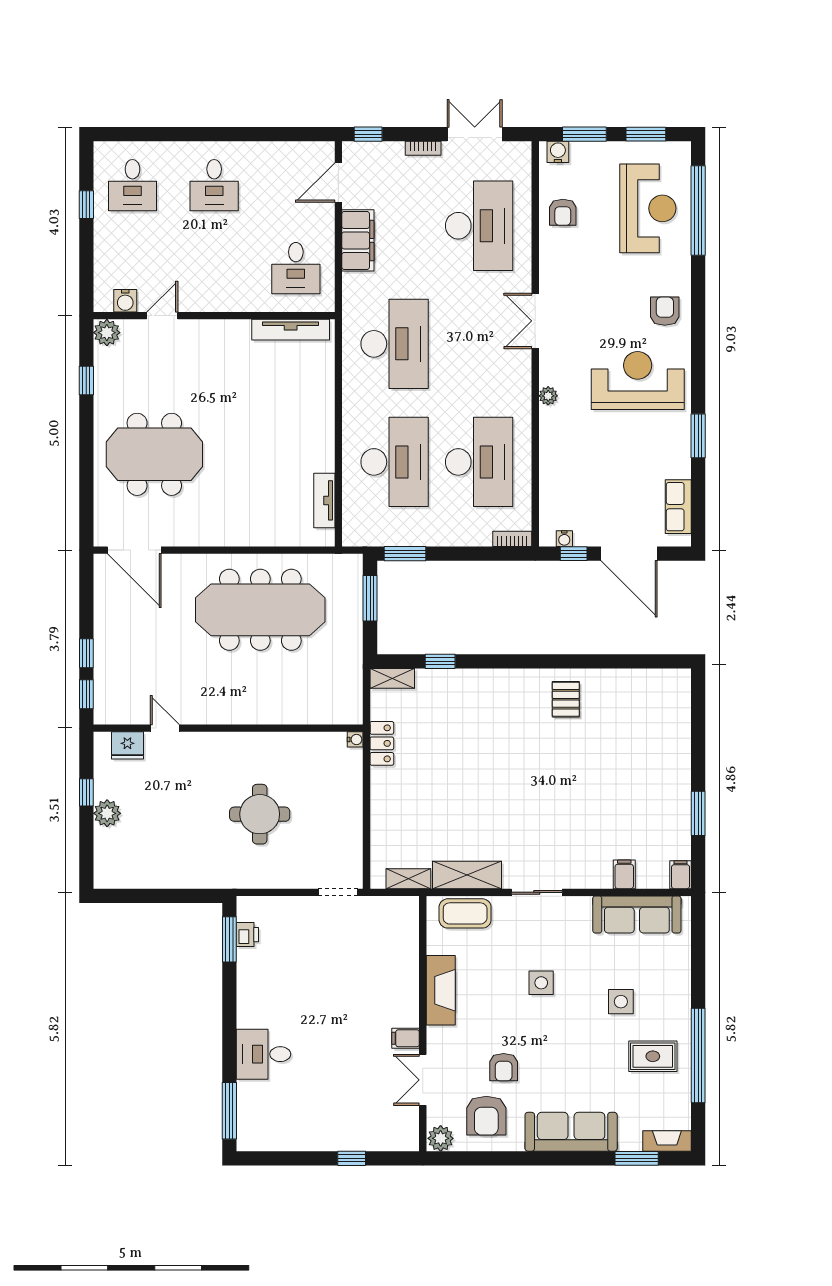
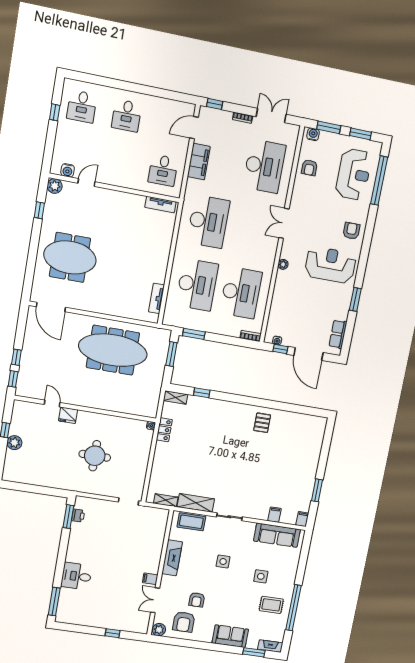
tv unit: (291, 330) -> (160, 205), width x0.71
fridge: (127, 745) -> (68, 415), moved
sofa: (571, 1132) -> (230, 636), width x0.73

